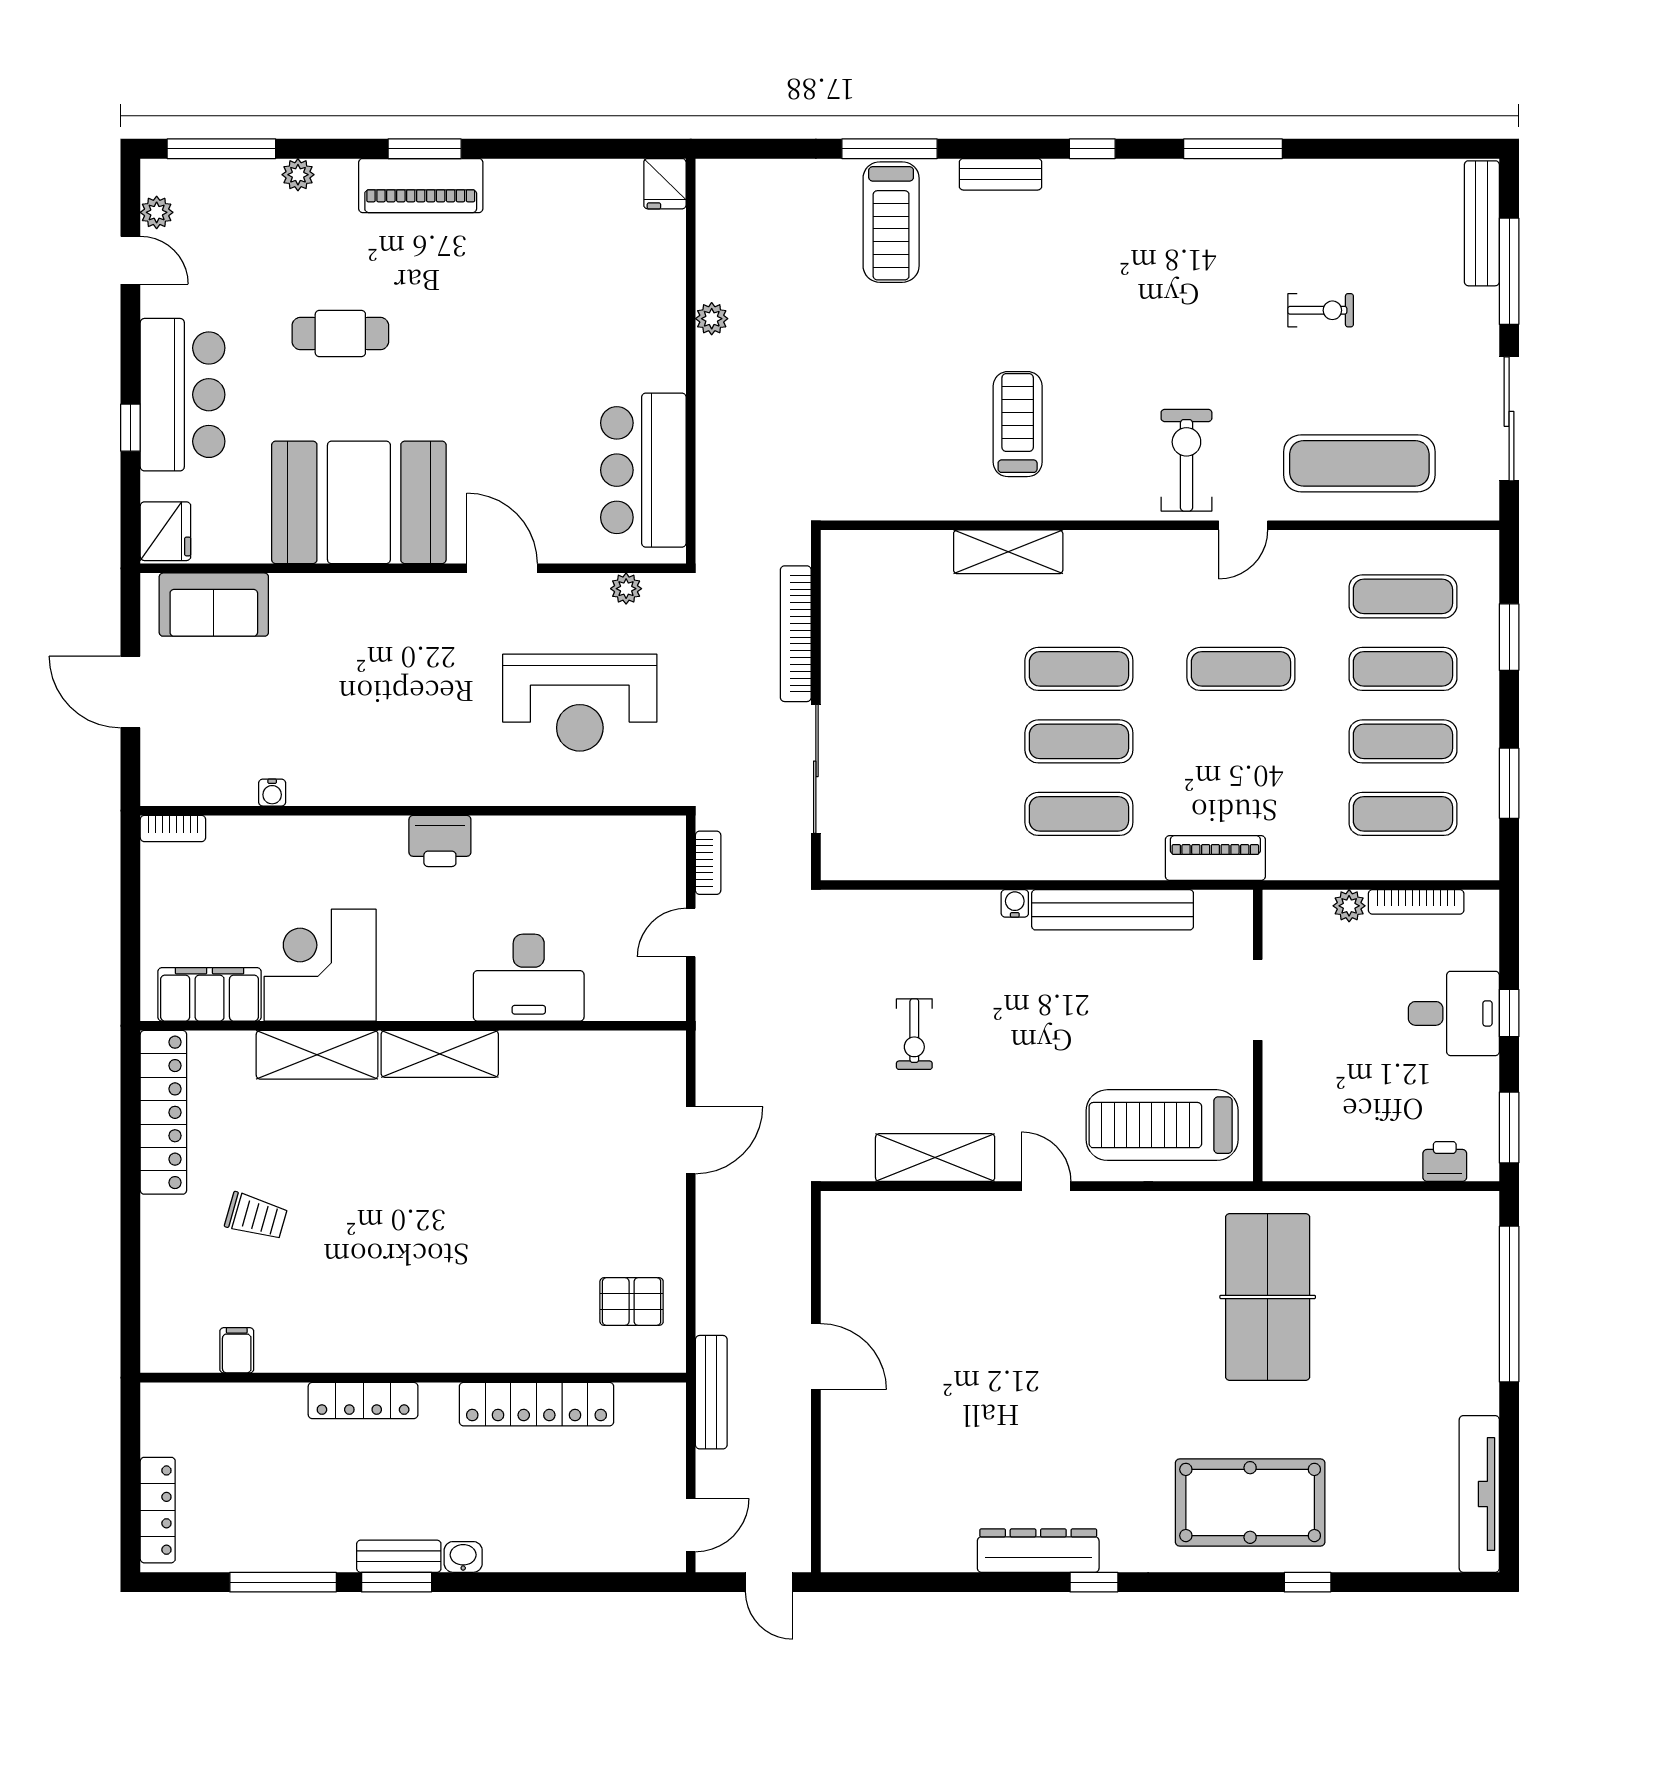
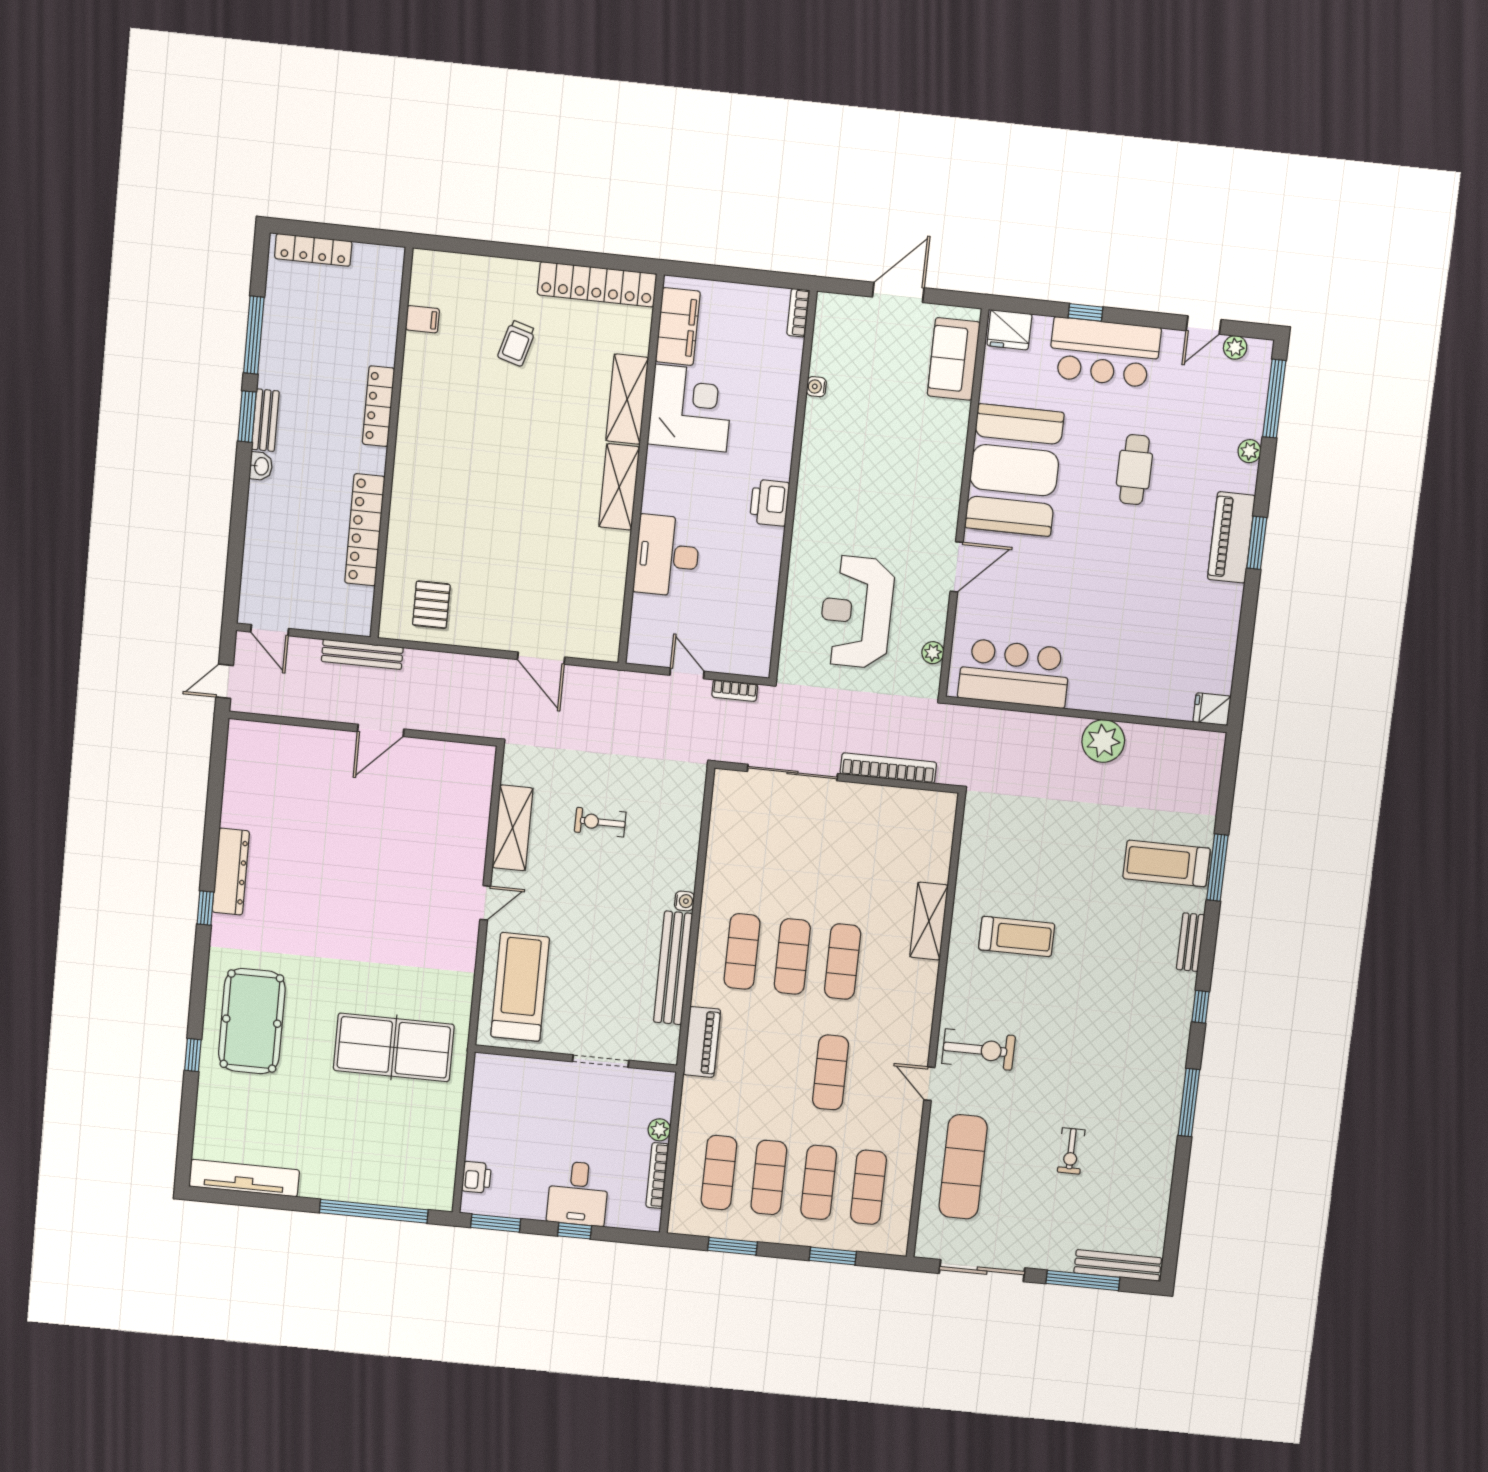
plant: (712, 319) -> (1103, 741), width x1.88, depth x1.88

